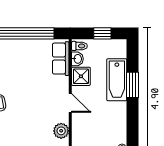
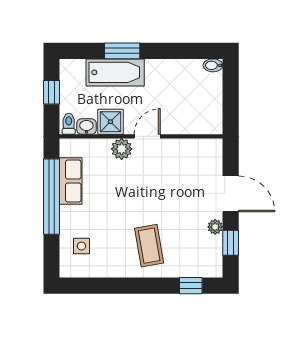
row of seats: (61, 59) -> (71, 181), moved, turned -90
plant: (61, 131) -> (122, 149), moved

